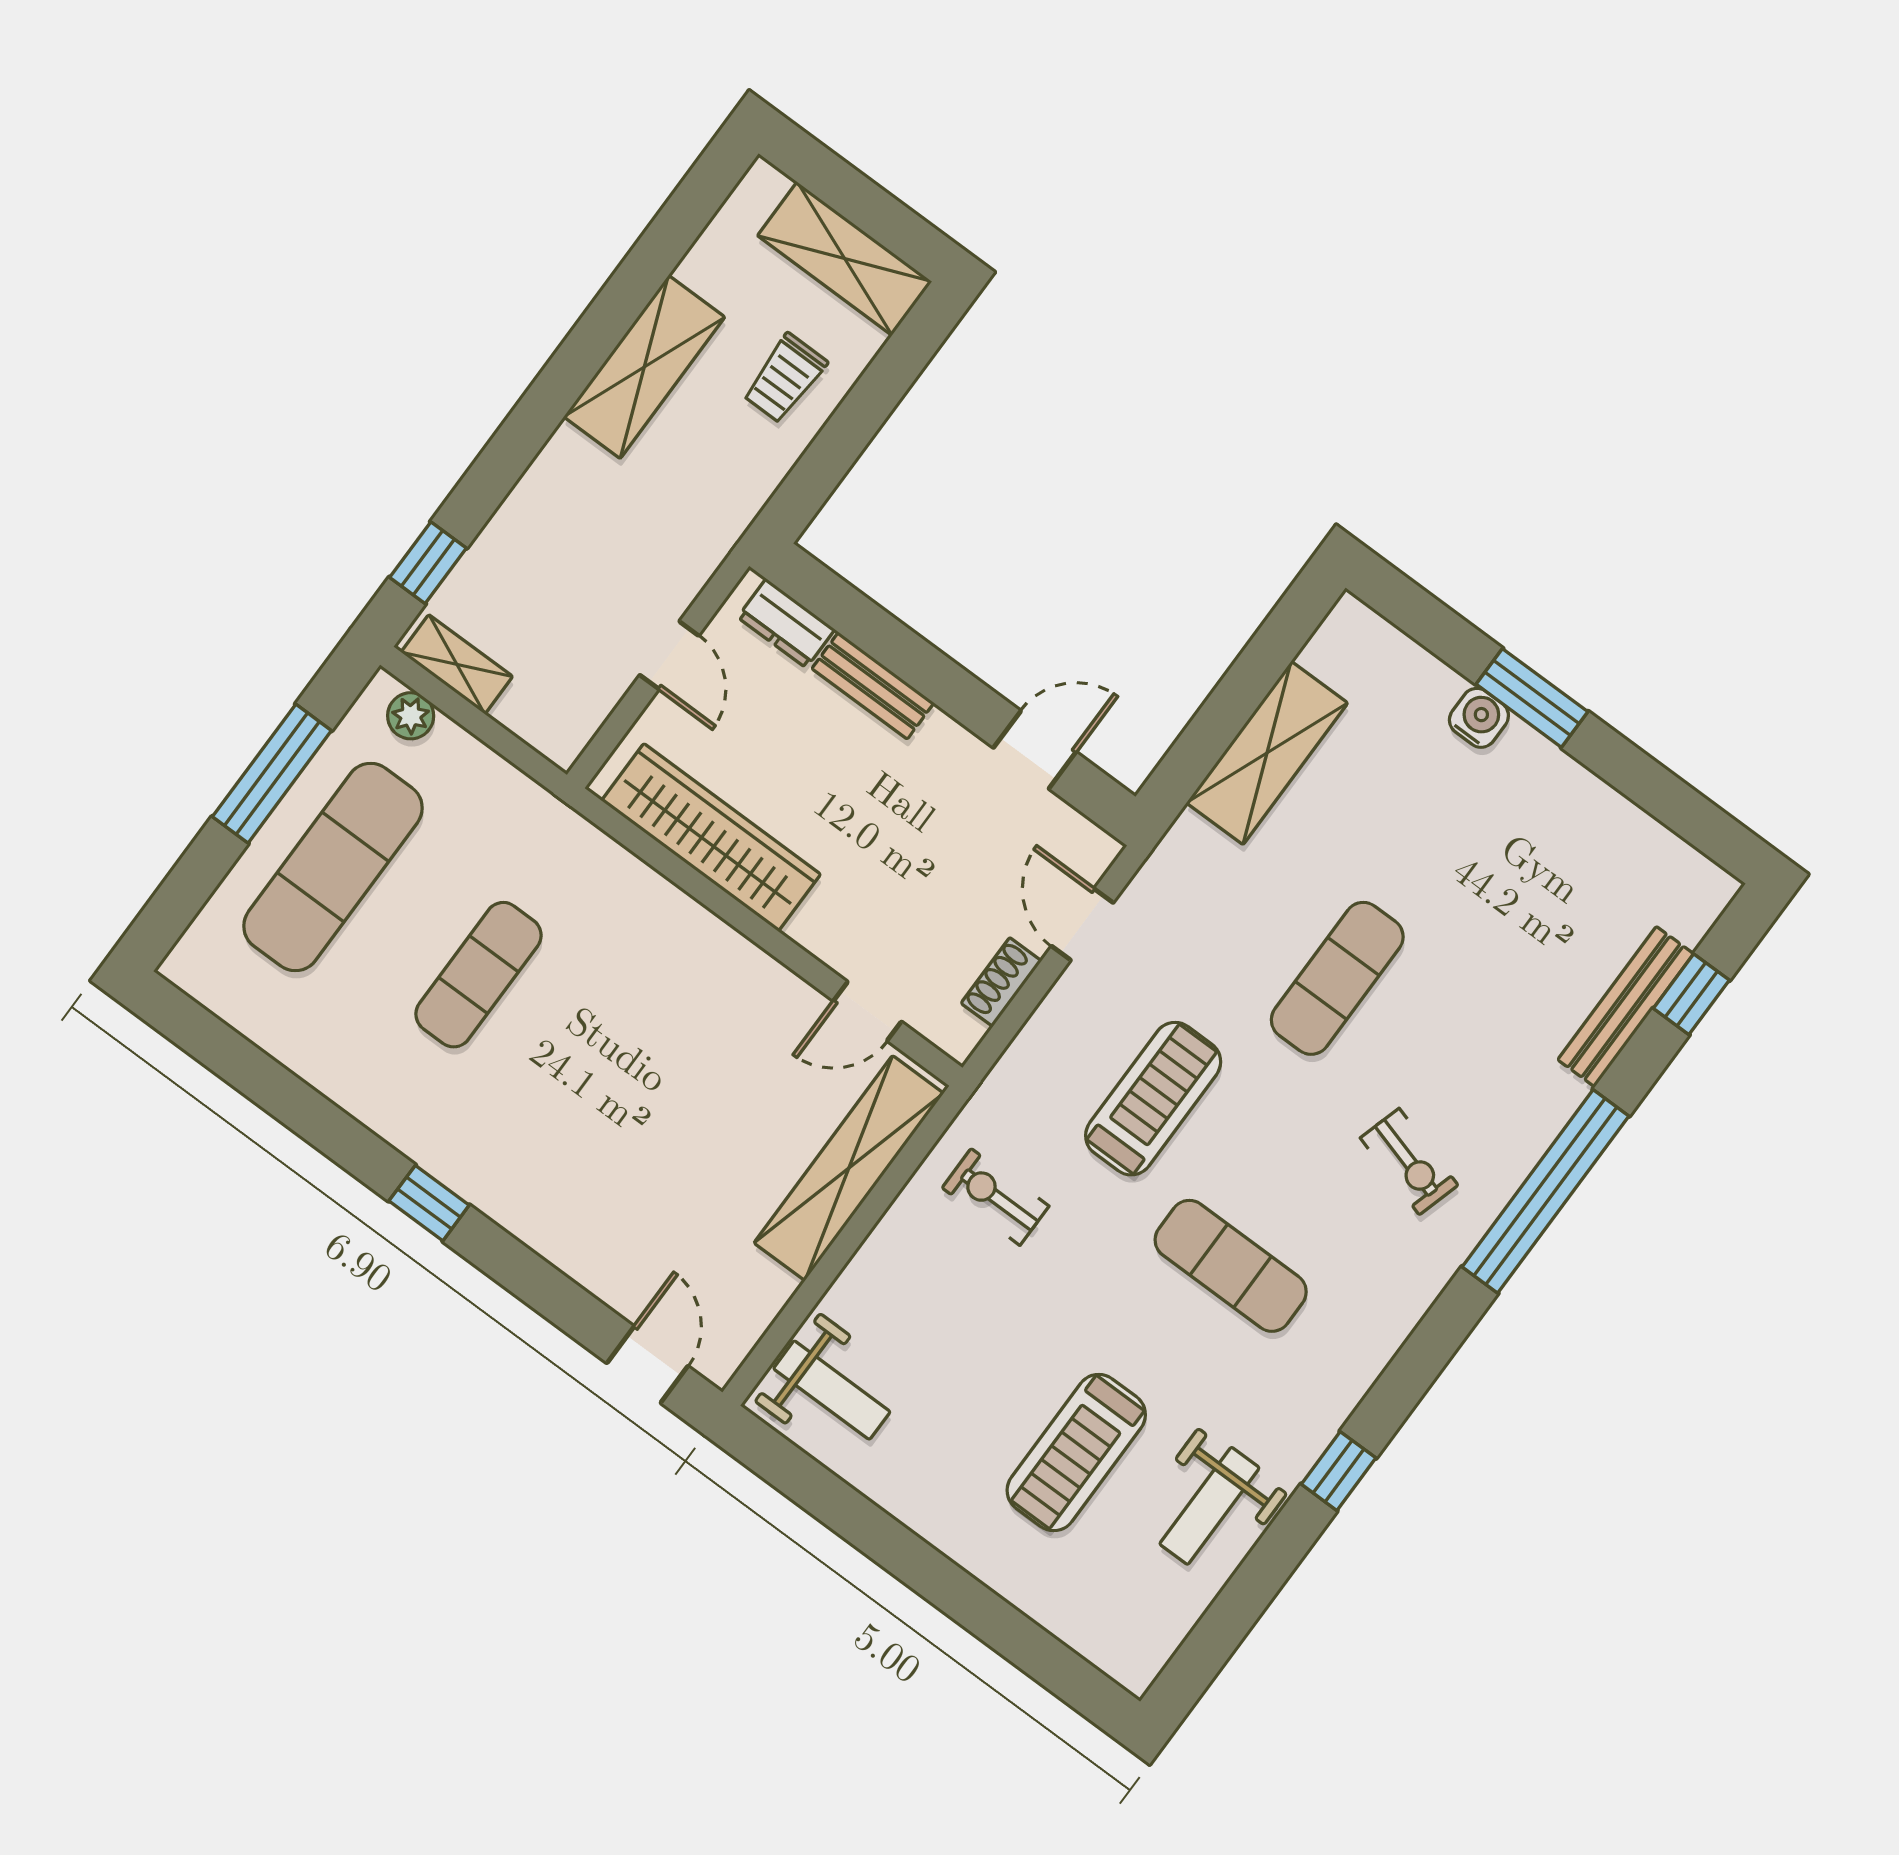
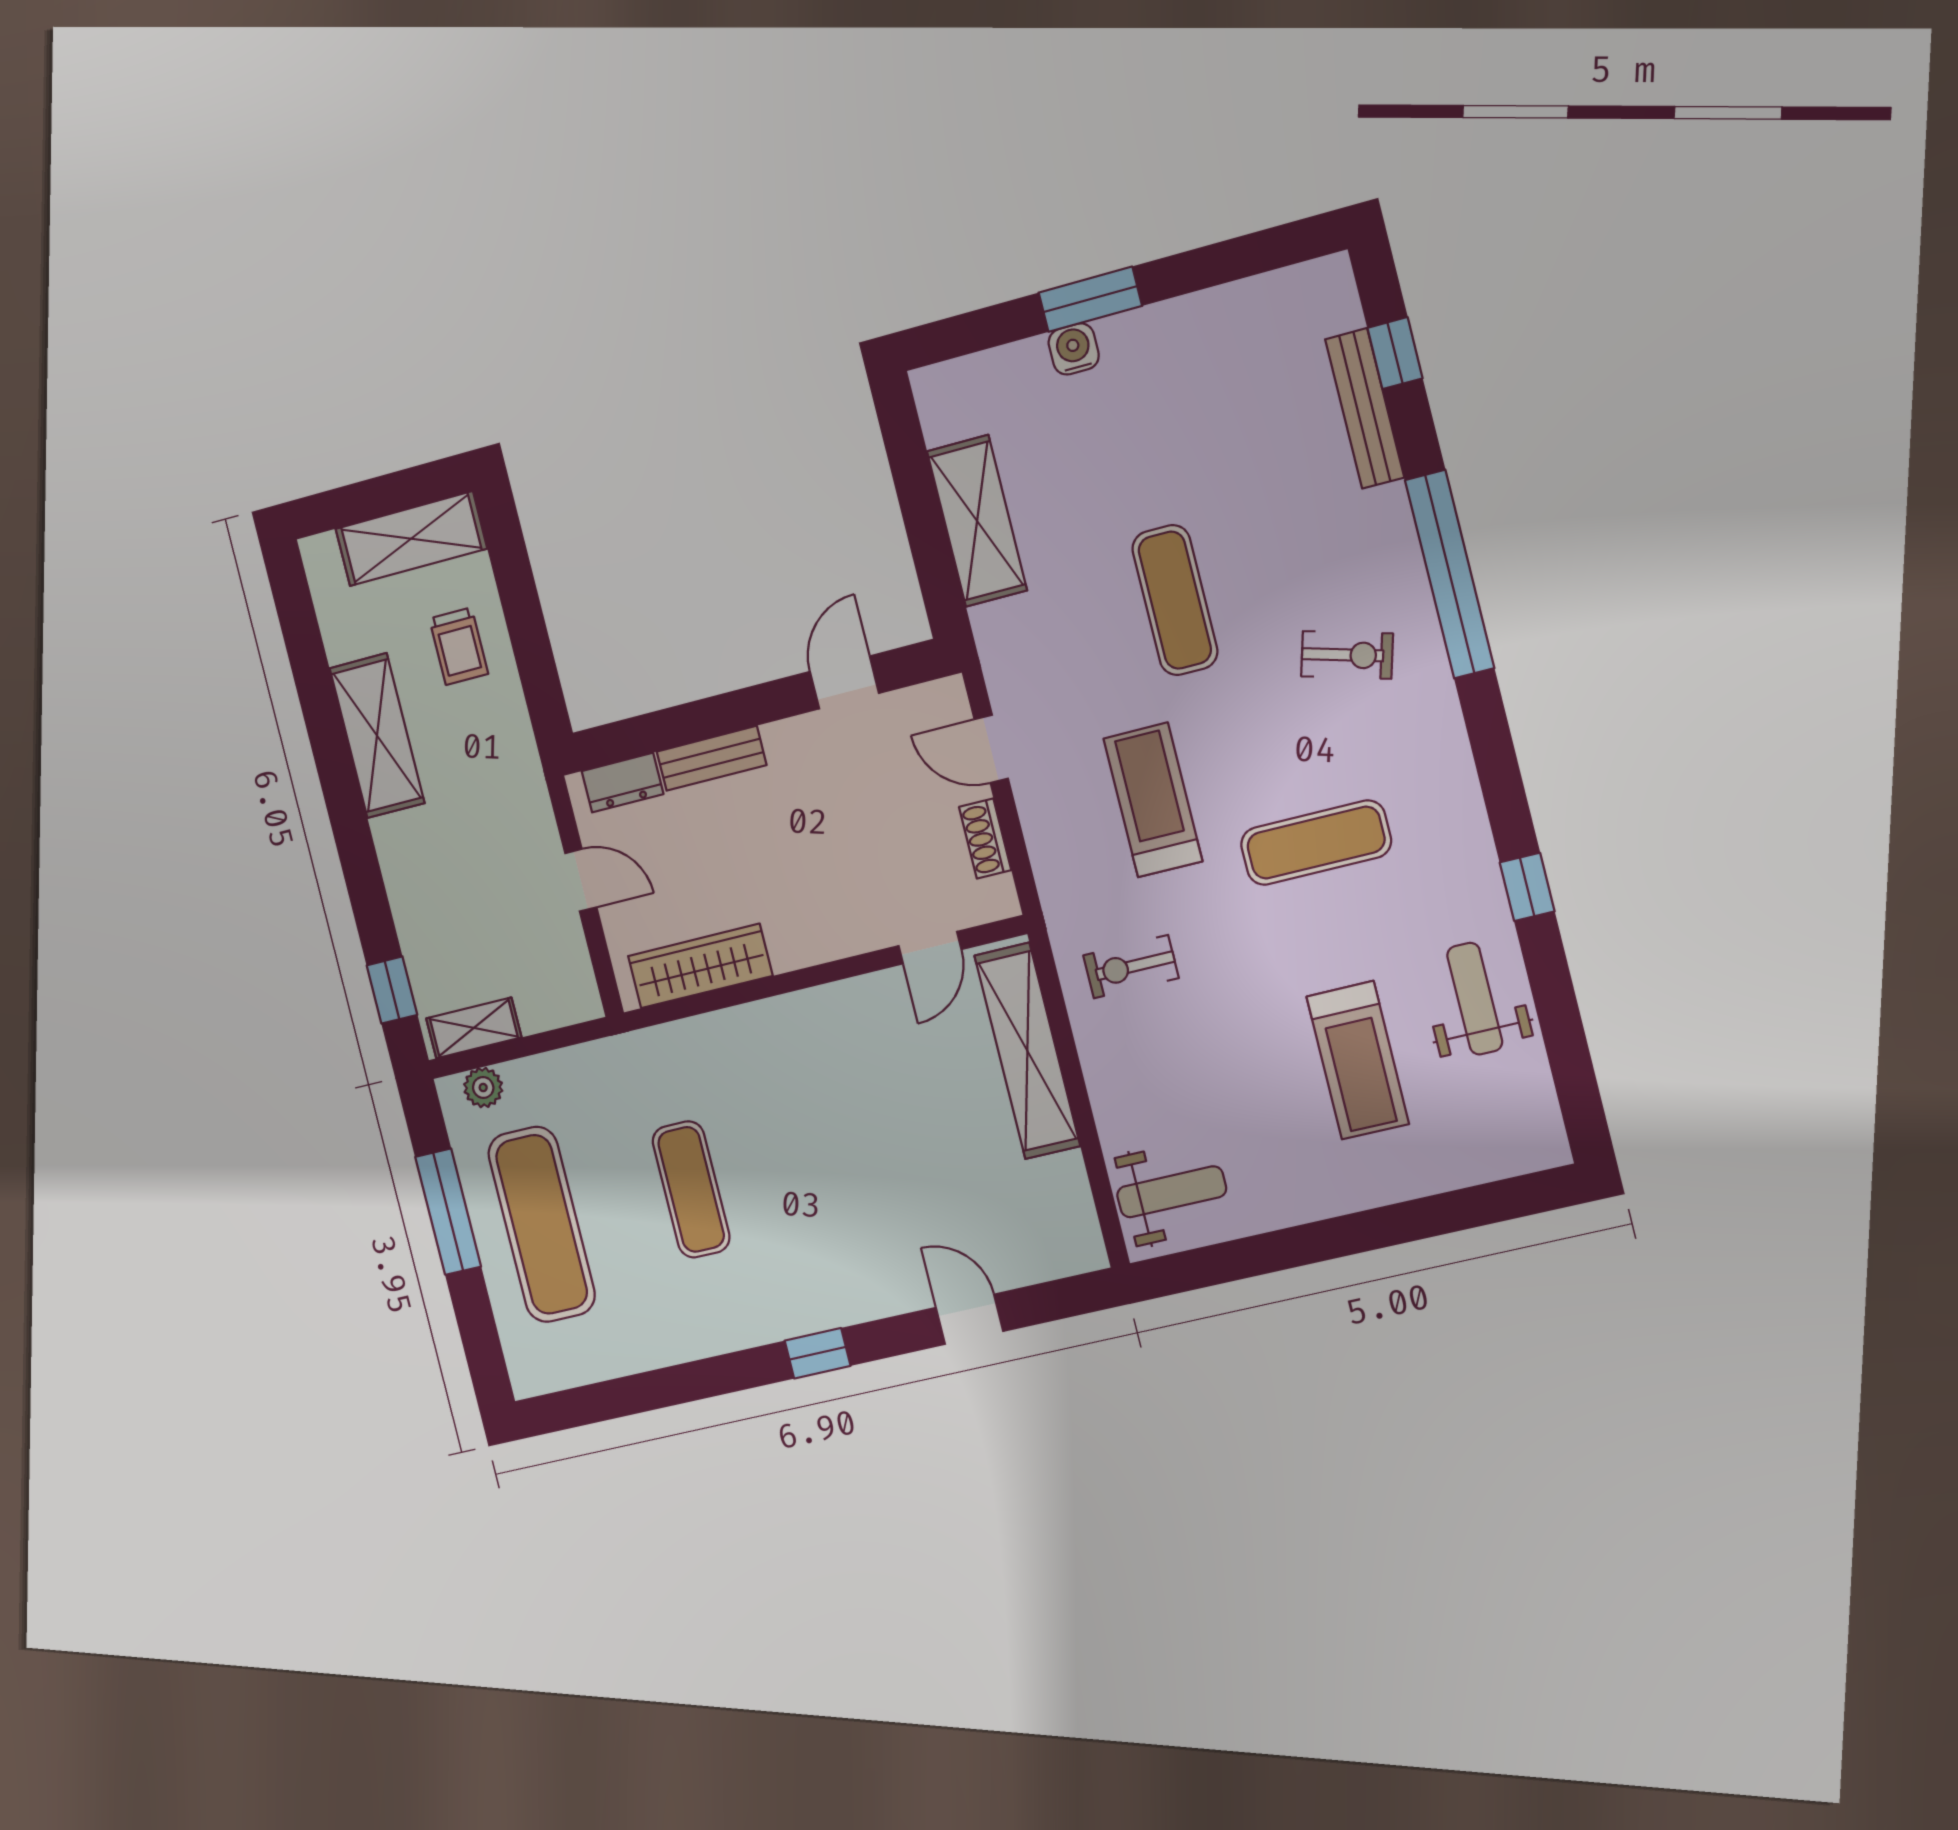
wardrobe: (711, 837) -> (700, 966), width x0.71, depth x0.85
door: (647, 1365) -> (969, 1319), moved
weight bench: (1209, 1506) -> (1475, 999), turned 180

